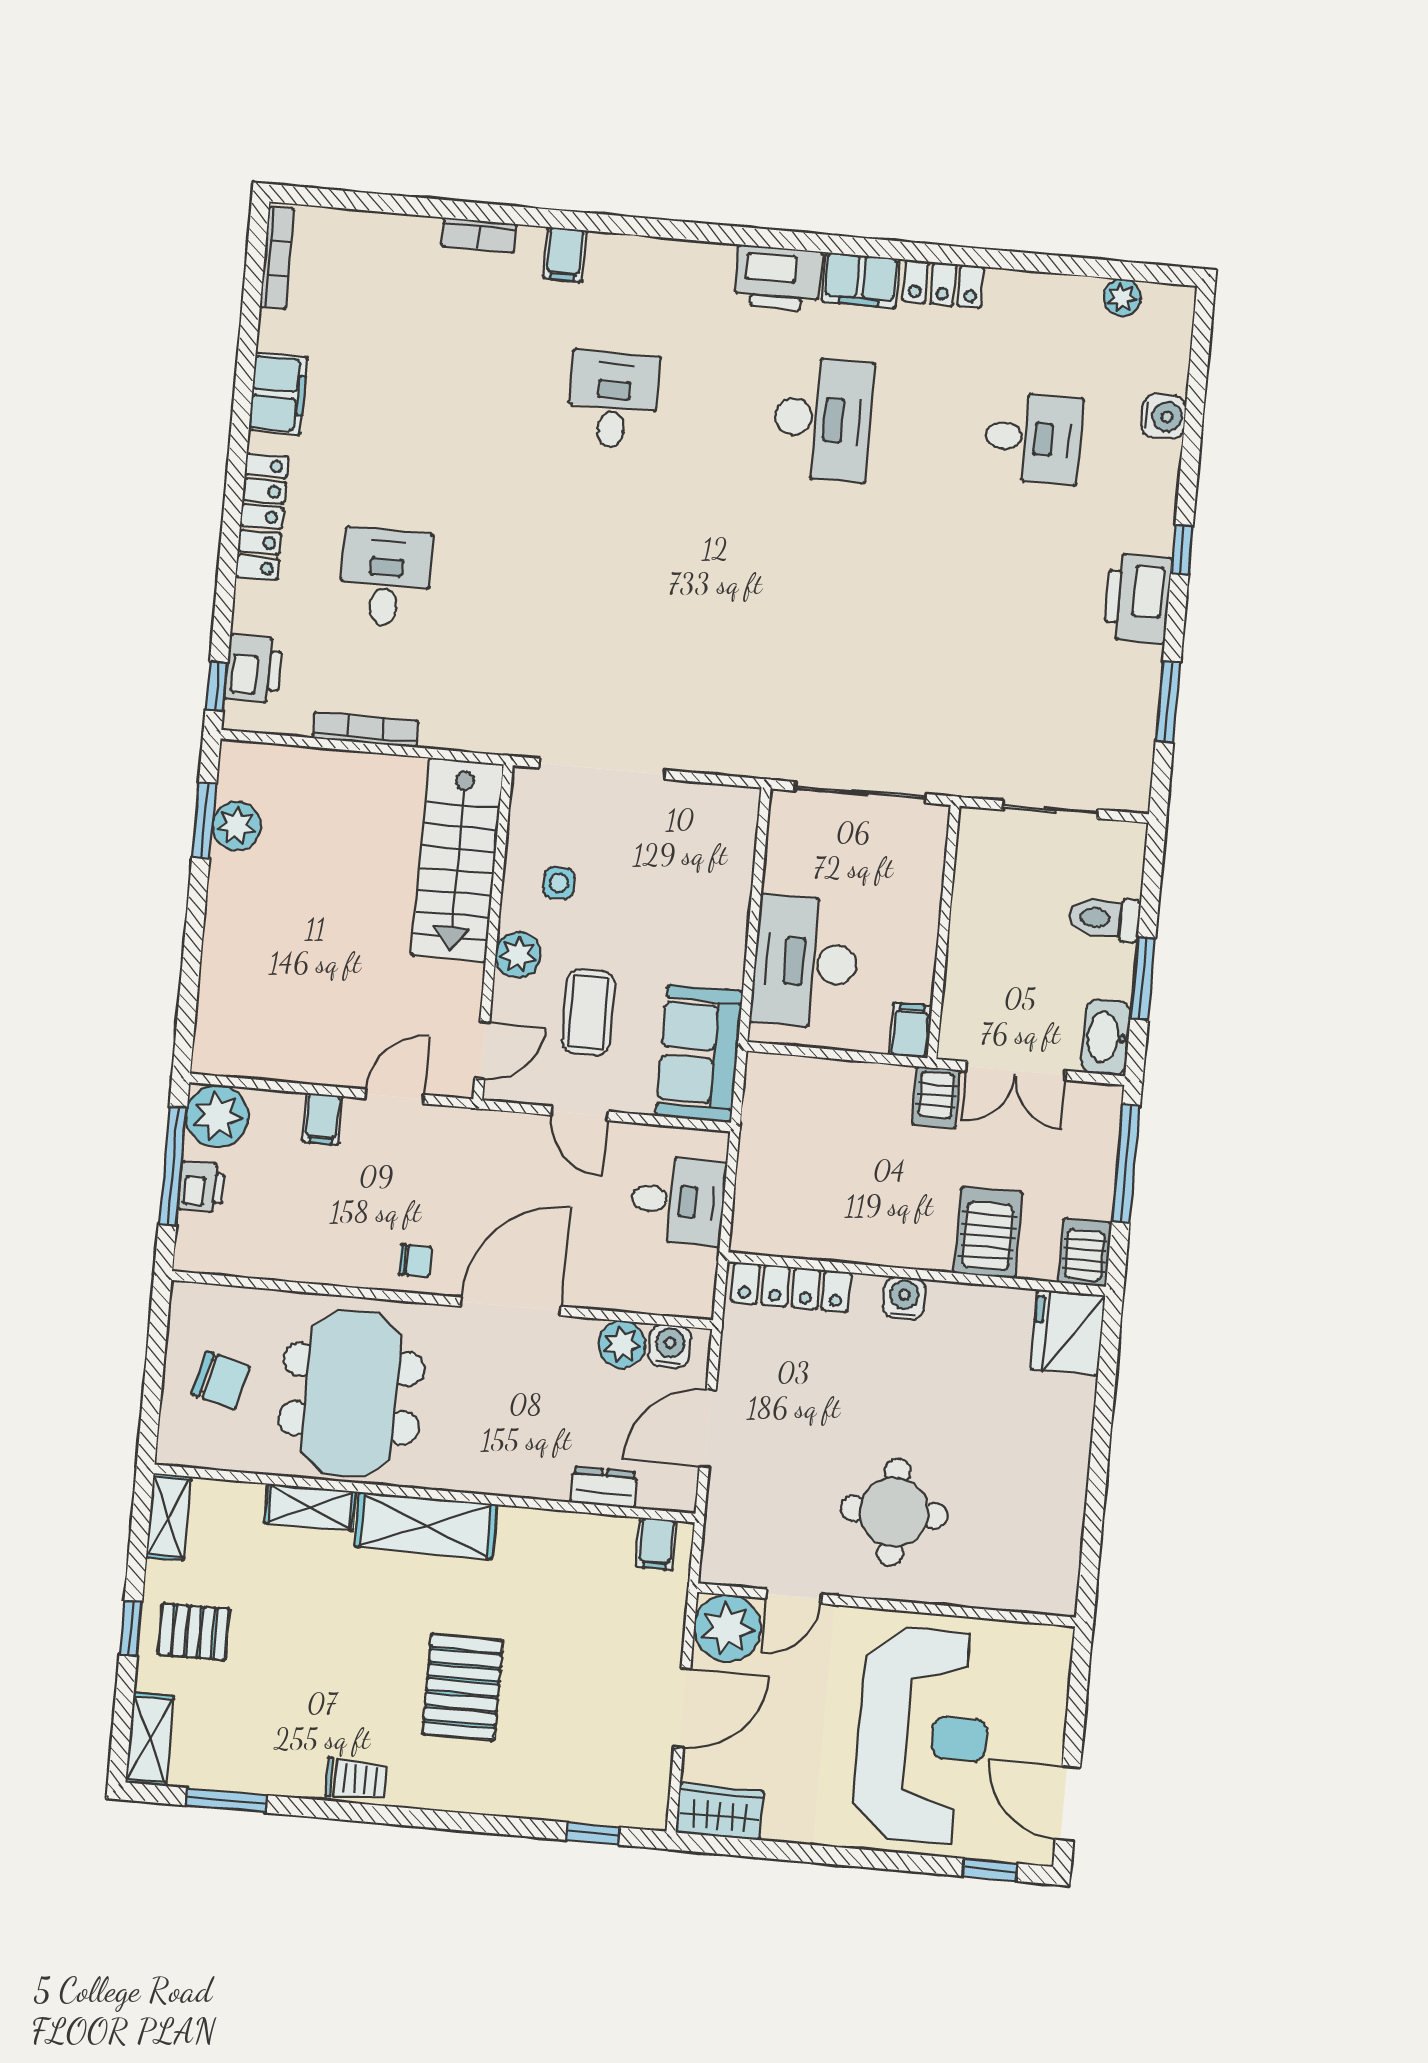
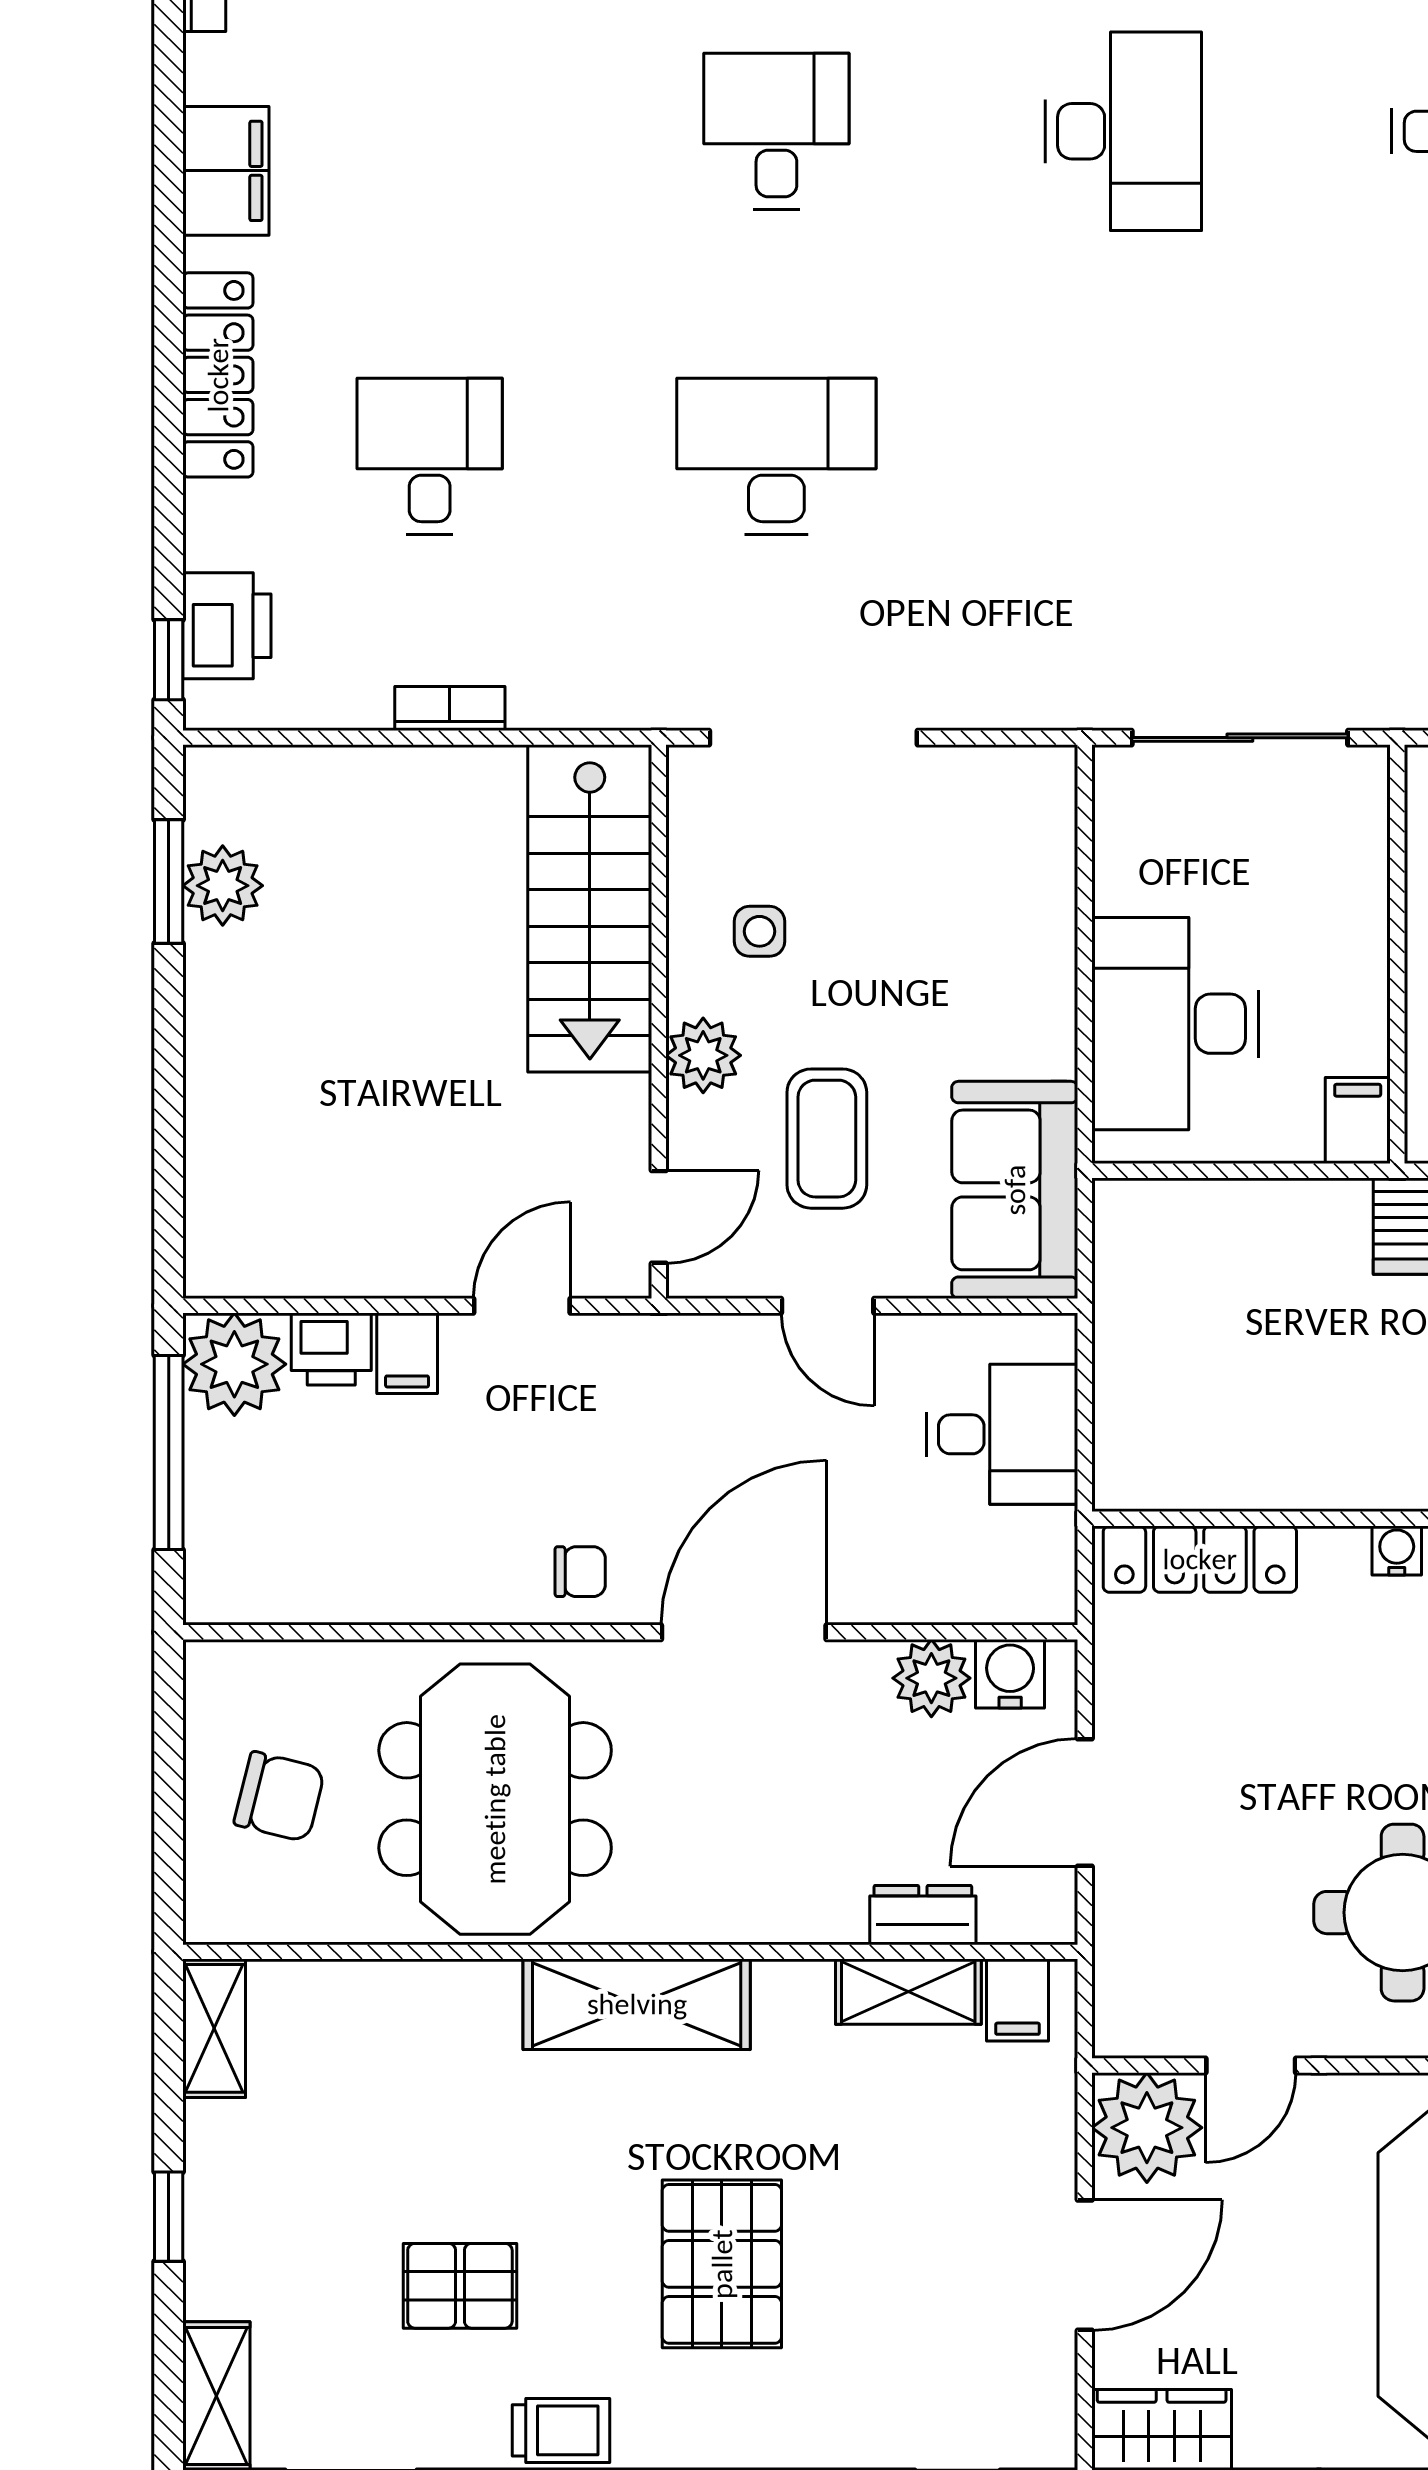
desk: (595, 597) -> (776, 456), added
bookcase: (365, 730) -> (450, 708), width x0.64
printer: (202, 1187) -> (331, 1349), moved, turned 90
water cooler: (904, 1298) -> (1397, 1551), width x0.72, depth x0.72
shelving: (310, 1507) -> (908, 1992), moved
pallet: (194, 1632) -> (460, 2286), moved

